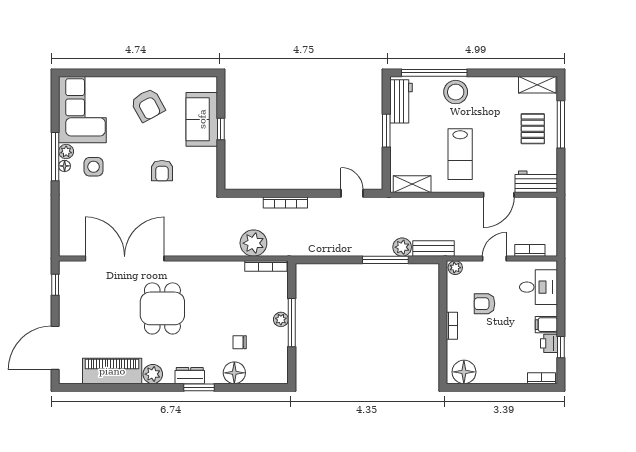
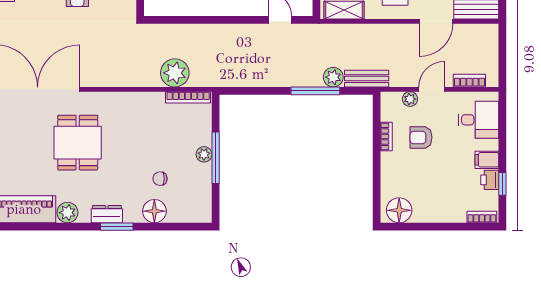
bookcase: (285, 202) -> (209, 30), removed
plant: (455, 268) -> (410, 99), moved
bookcase: (452, 326) -> (386, 137), moved

